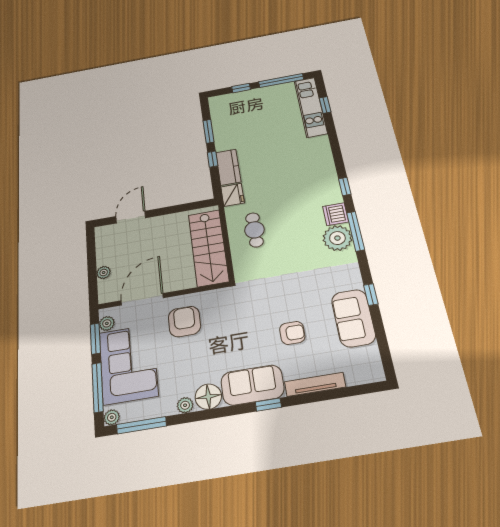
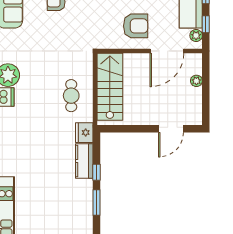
armchair: (184, 322) -> (136, 26), turned -90
window: (95, 339) -> (206, 24), width x0.67

